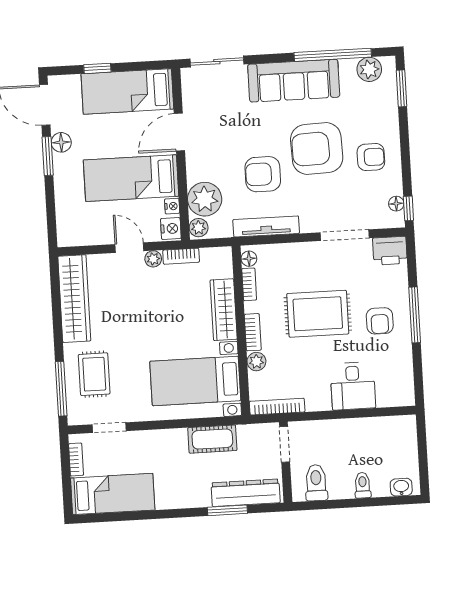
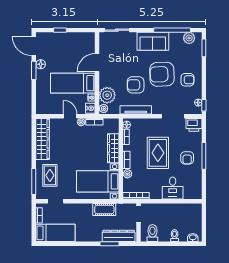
sofa: (294, 81) -> (153, 41), width x0.73
bed: (127, 91) -> (73, 42), removed
rug: (318, 314) -> (158, 153), turned 90

